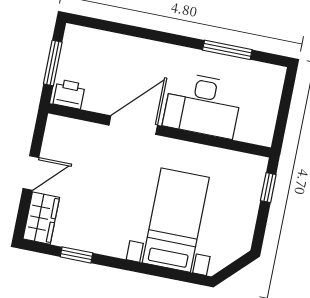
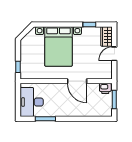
desk: (203, 105) -> (32, 102), moved, turned -90
door: (133, 125) -> (77, 81), hinge flipped
bed with nightstands: (176, 220) -> (58, 46), width x1.36

